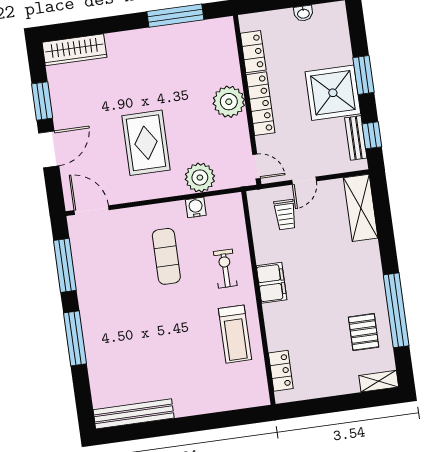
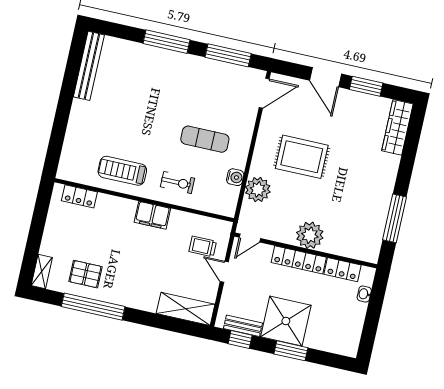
washbasin: (303, 13) -> (364, 294), moved

